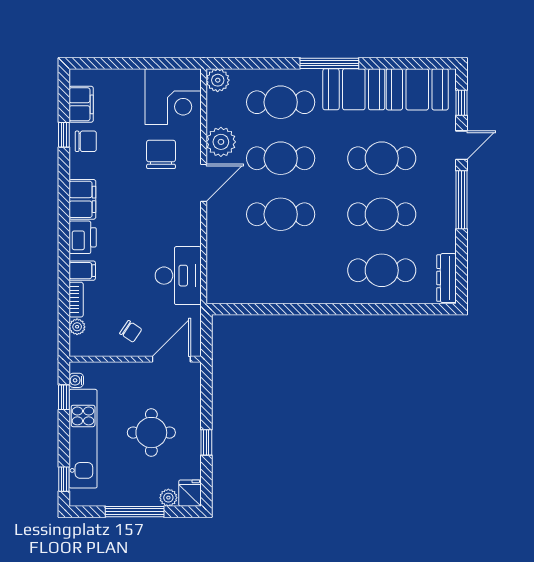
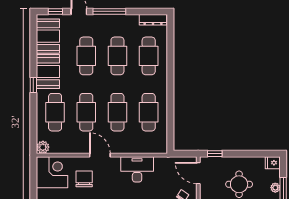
window: (329, 63) -> (33, 85), width x0.46
plant: (221, 142) -> (77, 145), removed
chair: (161, 154) -> (84, 179), turned 90
cafe table: (281, 270) -> (149, 112), added
desk: (178, 276) -> (137, 169), moved
window: (206, 442) -> (215, 154), moved
plant: (168, 498) -> (275, 188), moved

